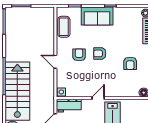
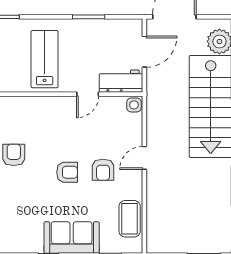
door: (55, 62) -> (144, 158), swing flipped
door: (98, 98) -> (88, 94), moved

